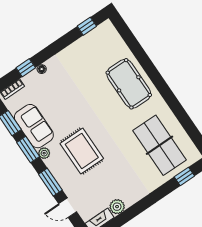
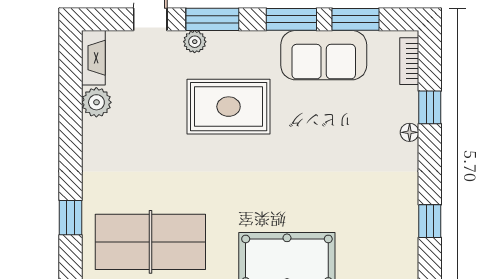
window: (87, 26) -> (430, 221), moved
plant: (44, 153) -> (195, 42), moved
window: (184, 176) -> (71, 218), moved

